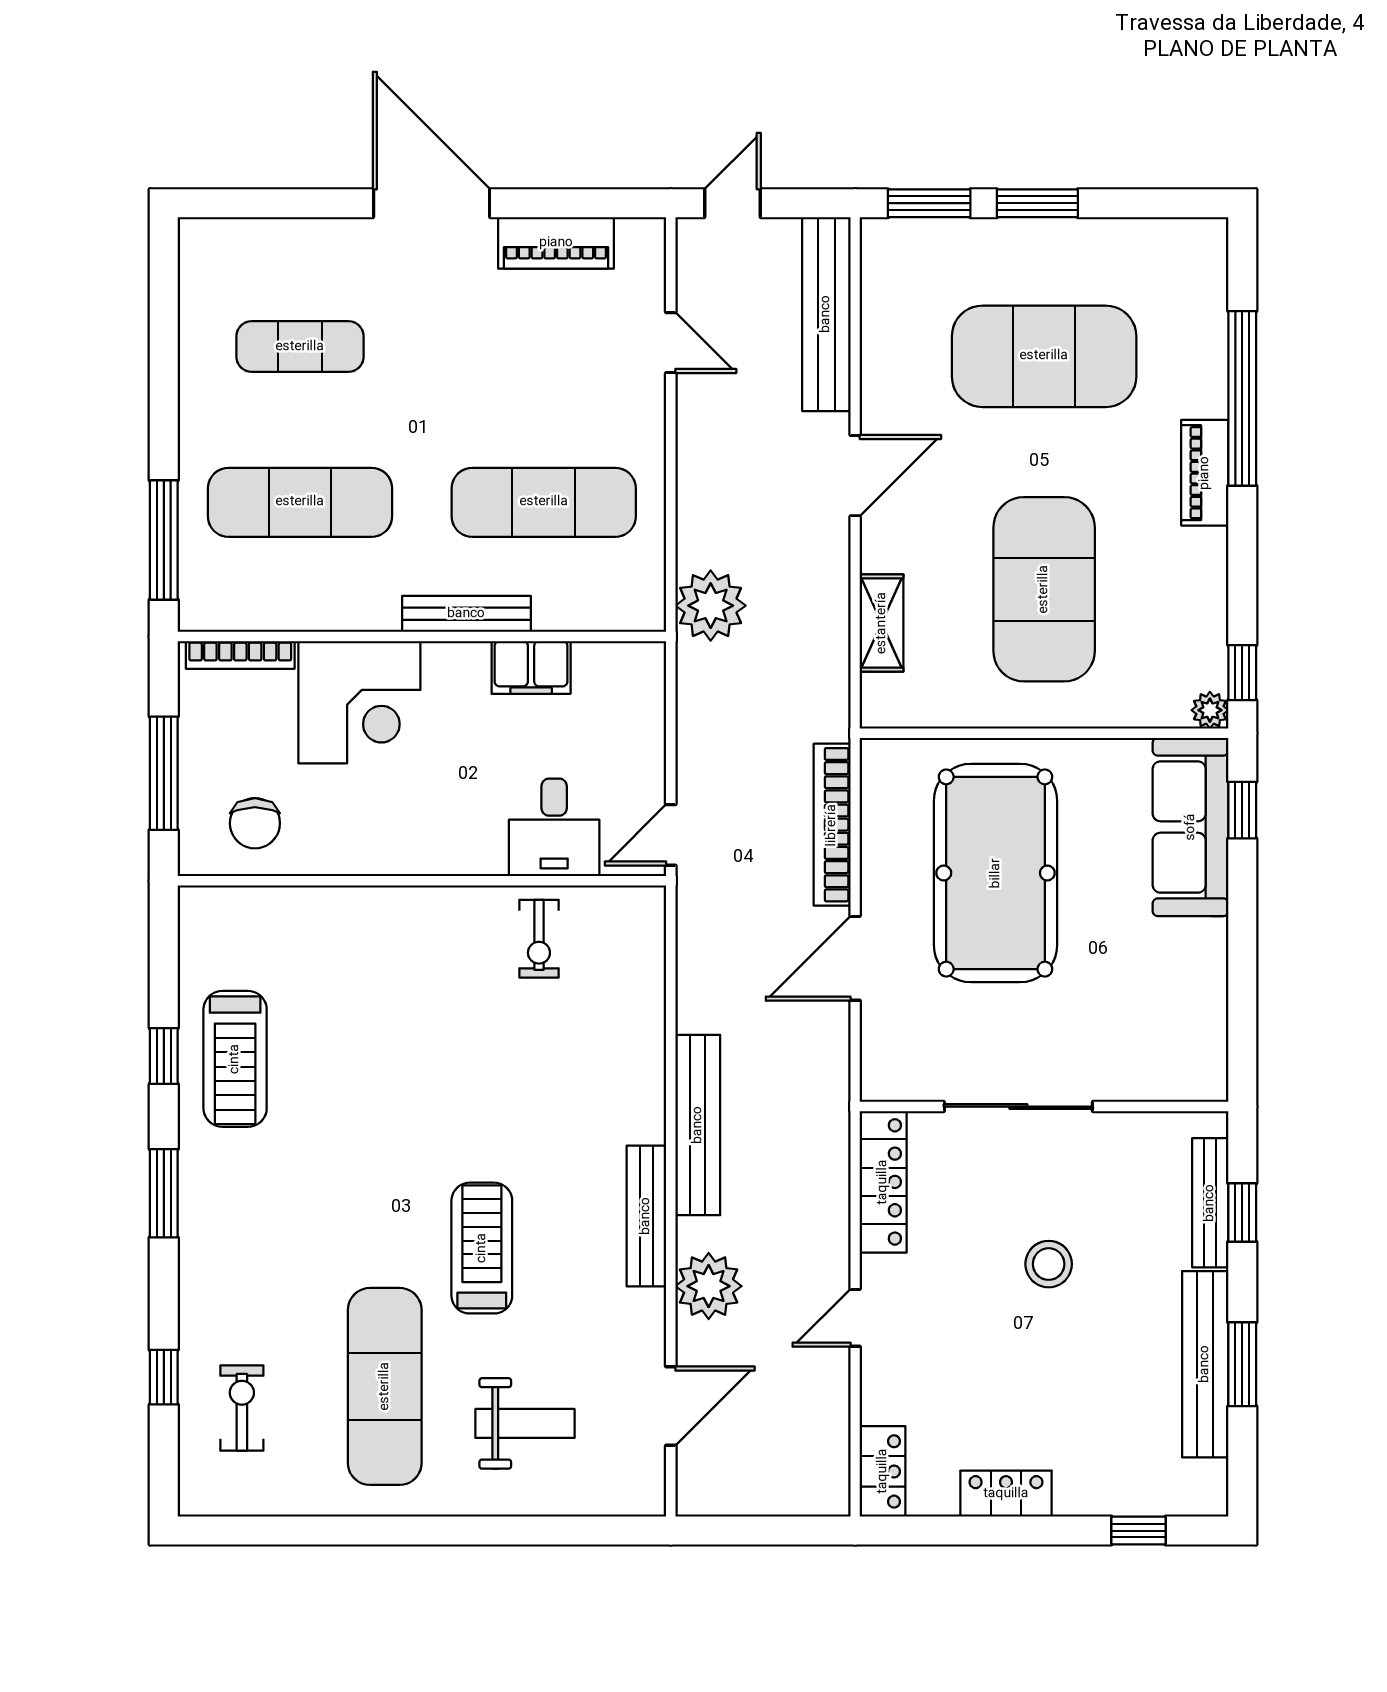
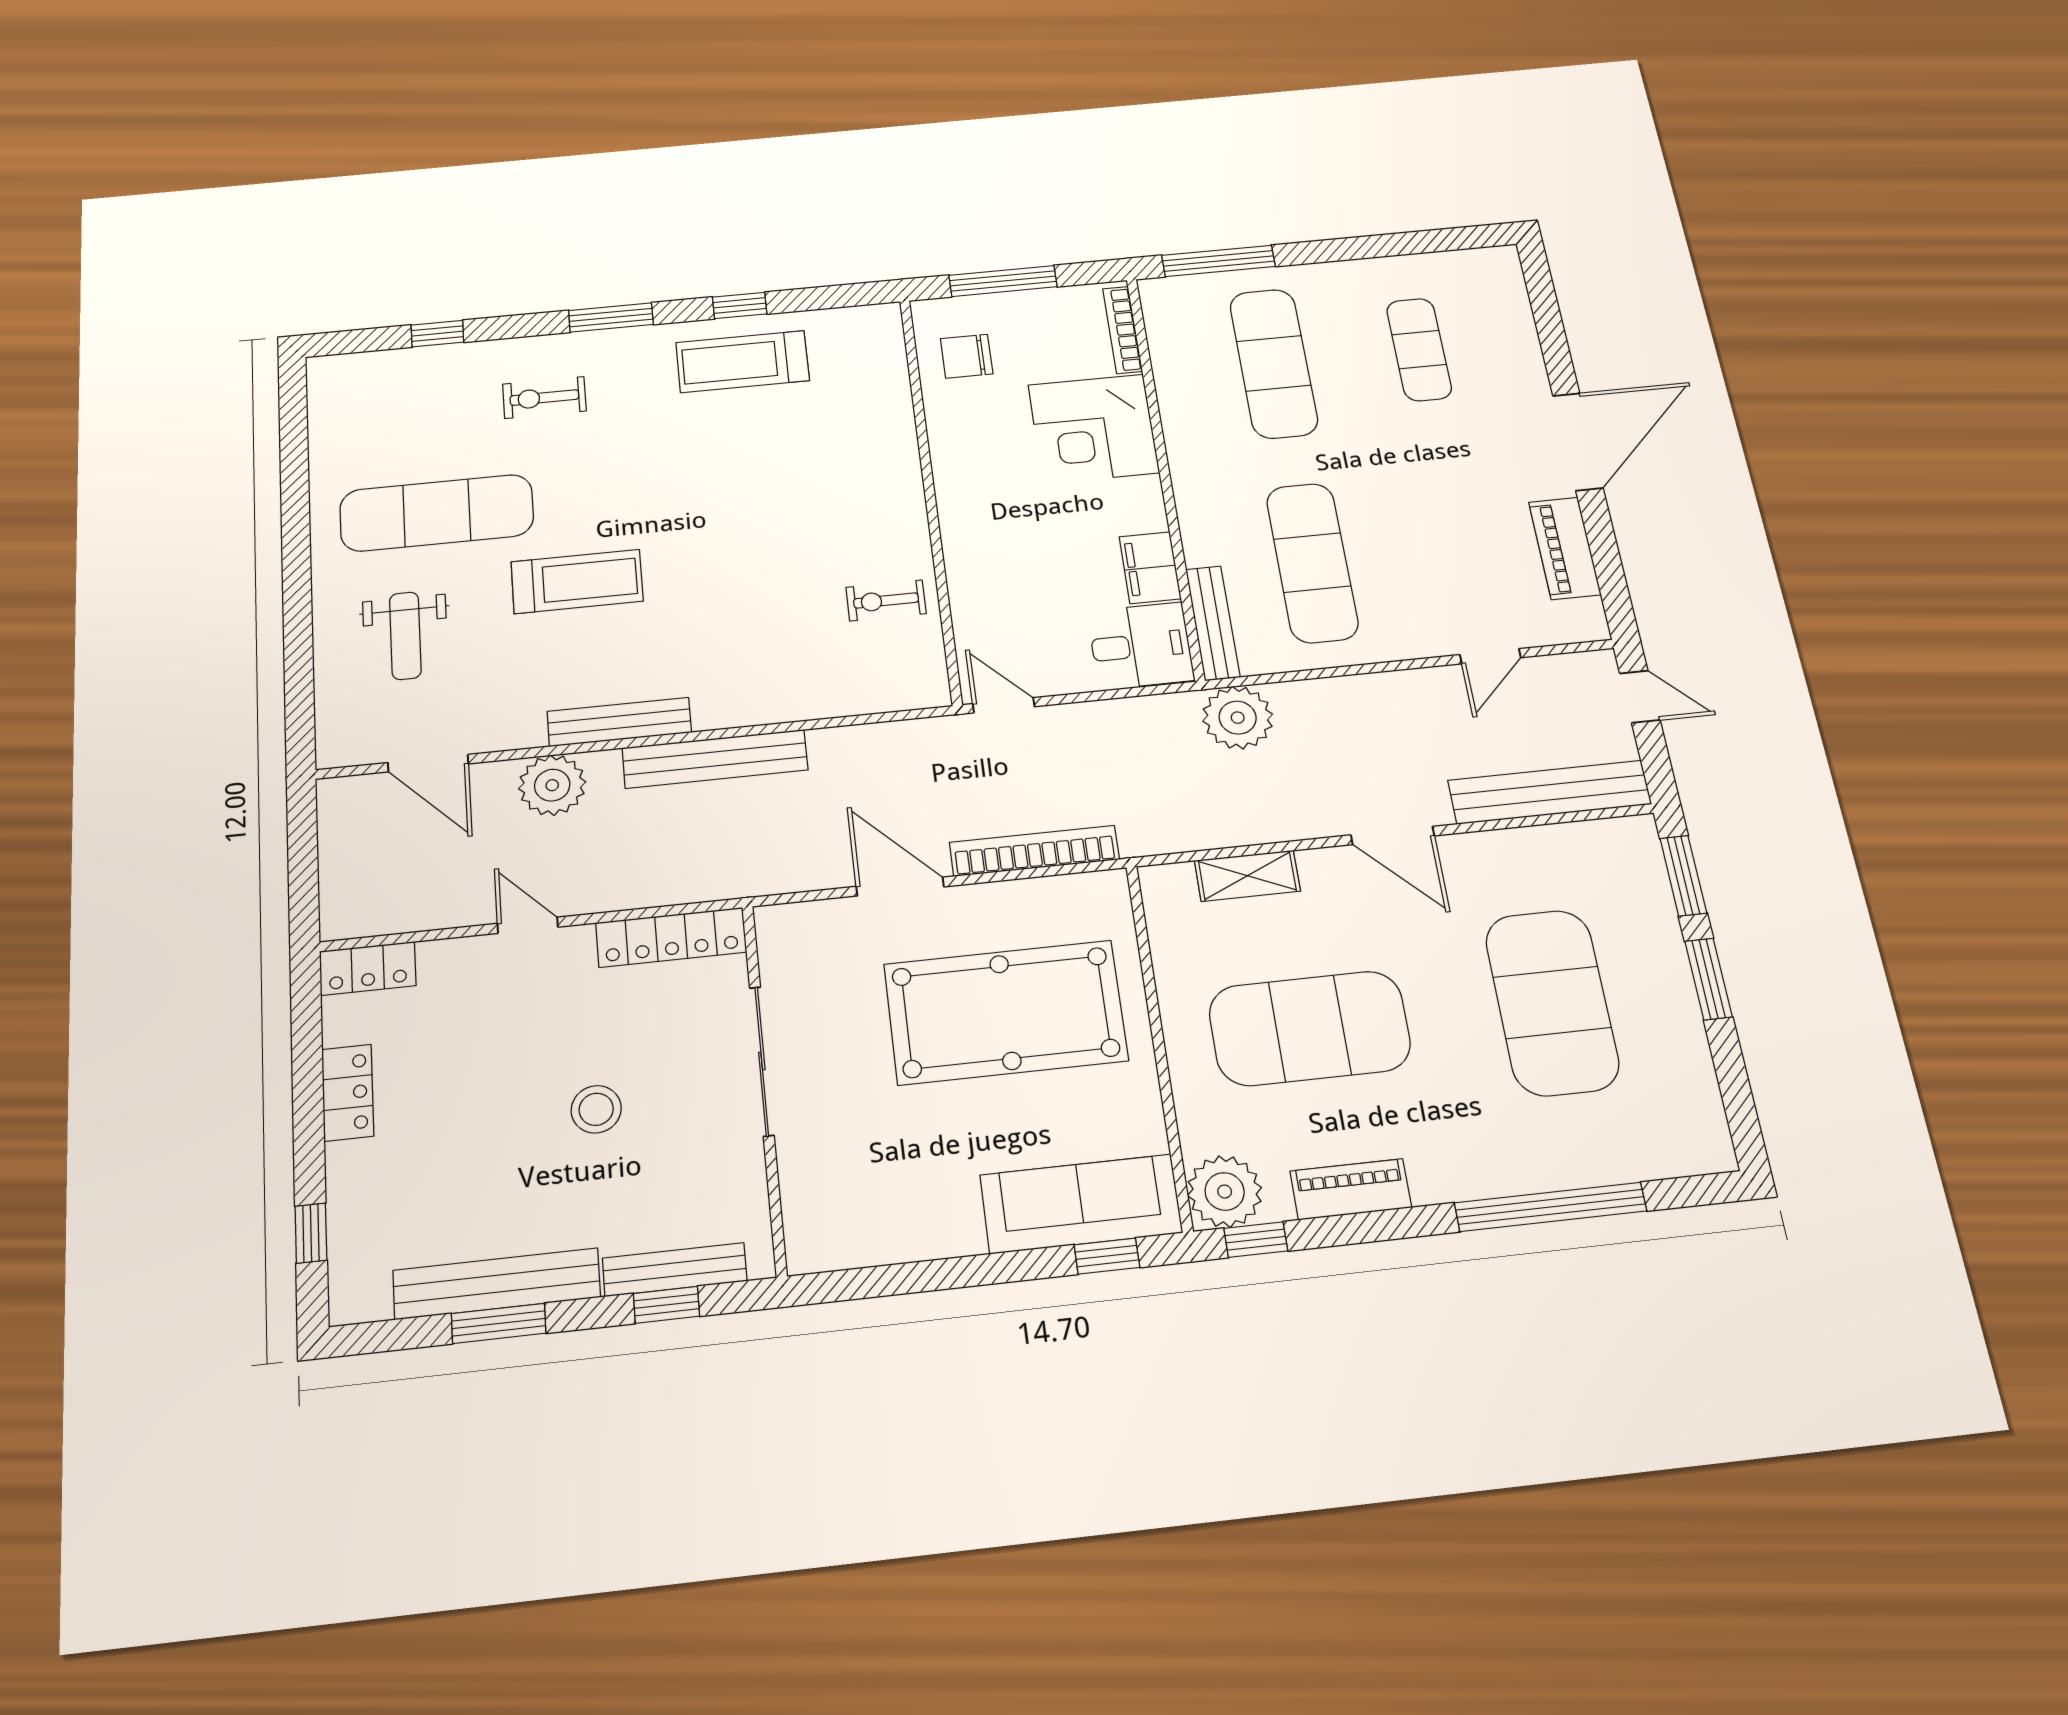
piano: (1205, 473) -> (1351, 1189), moved
bench: (466, 614) -> (1213, 623), moved
plant: (1210, 710) -> (1225, 1192), width x1.88, depth x1.88
desk: (554, 827) -> (1141, 646), moved, turned 180
exercise bike: (242, 1408) -> (544, 398), moved, turned 180

